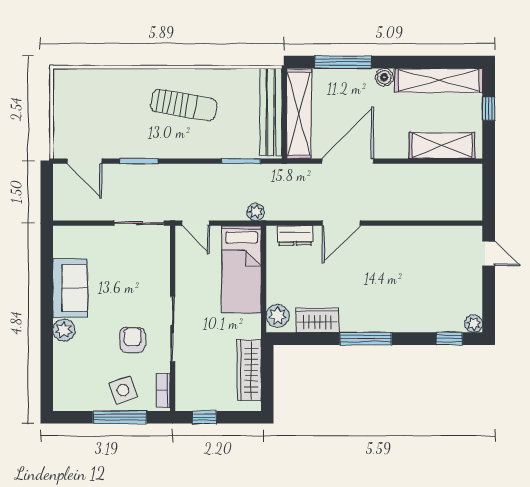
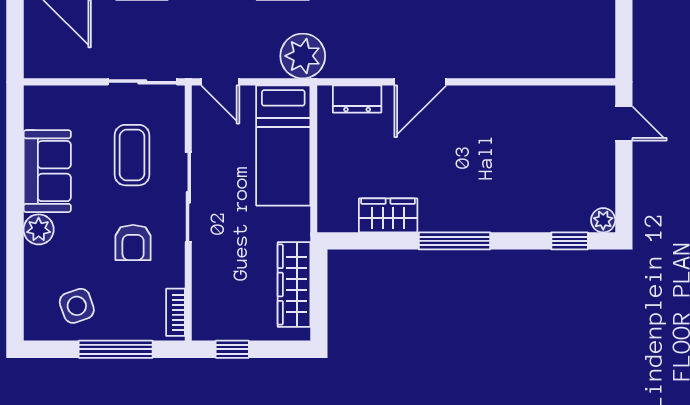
plant: (256, 212) -> (303, 56), width x1.88, depth x1.88
coffee table: (132, 276) -> (132, 155), added
plant: (278, 316) -> (333, 210), removed
sliding door: (173, 329) -> (188, 197), moved
armchair: (132, 340) -> (133, 243), turned 180
side table: (123, 390) -> (77, 306), moved

